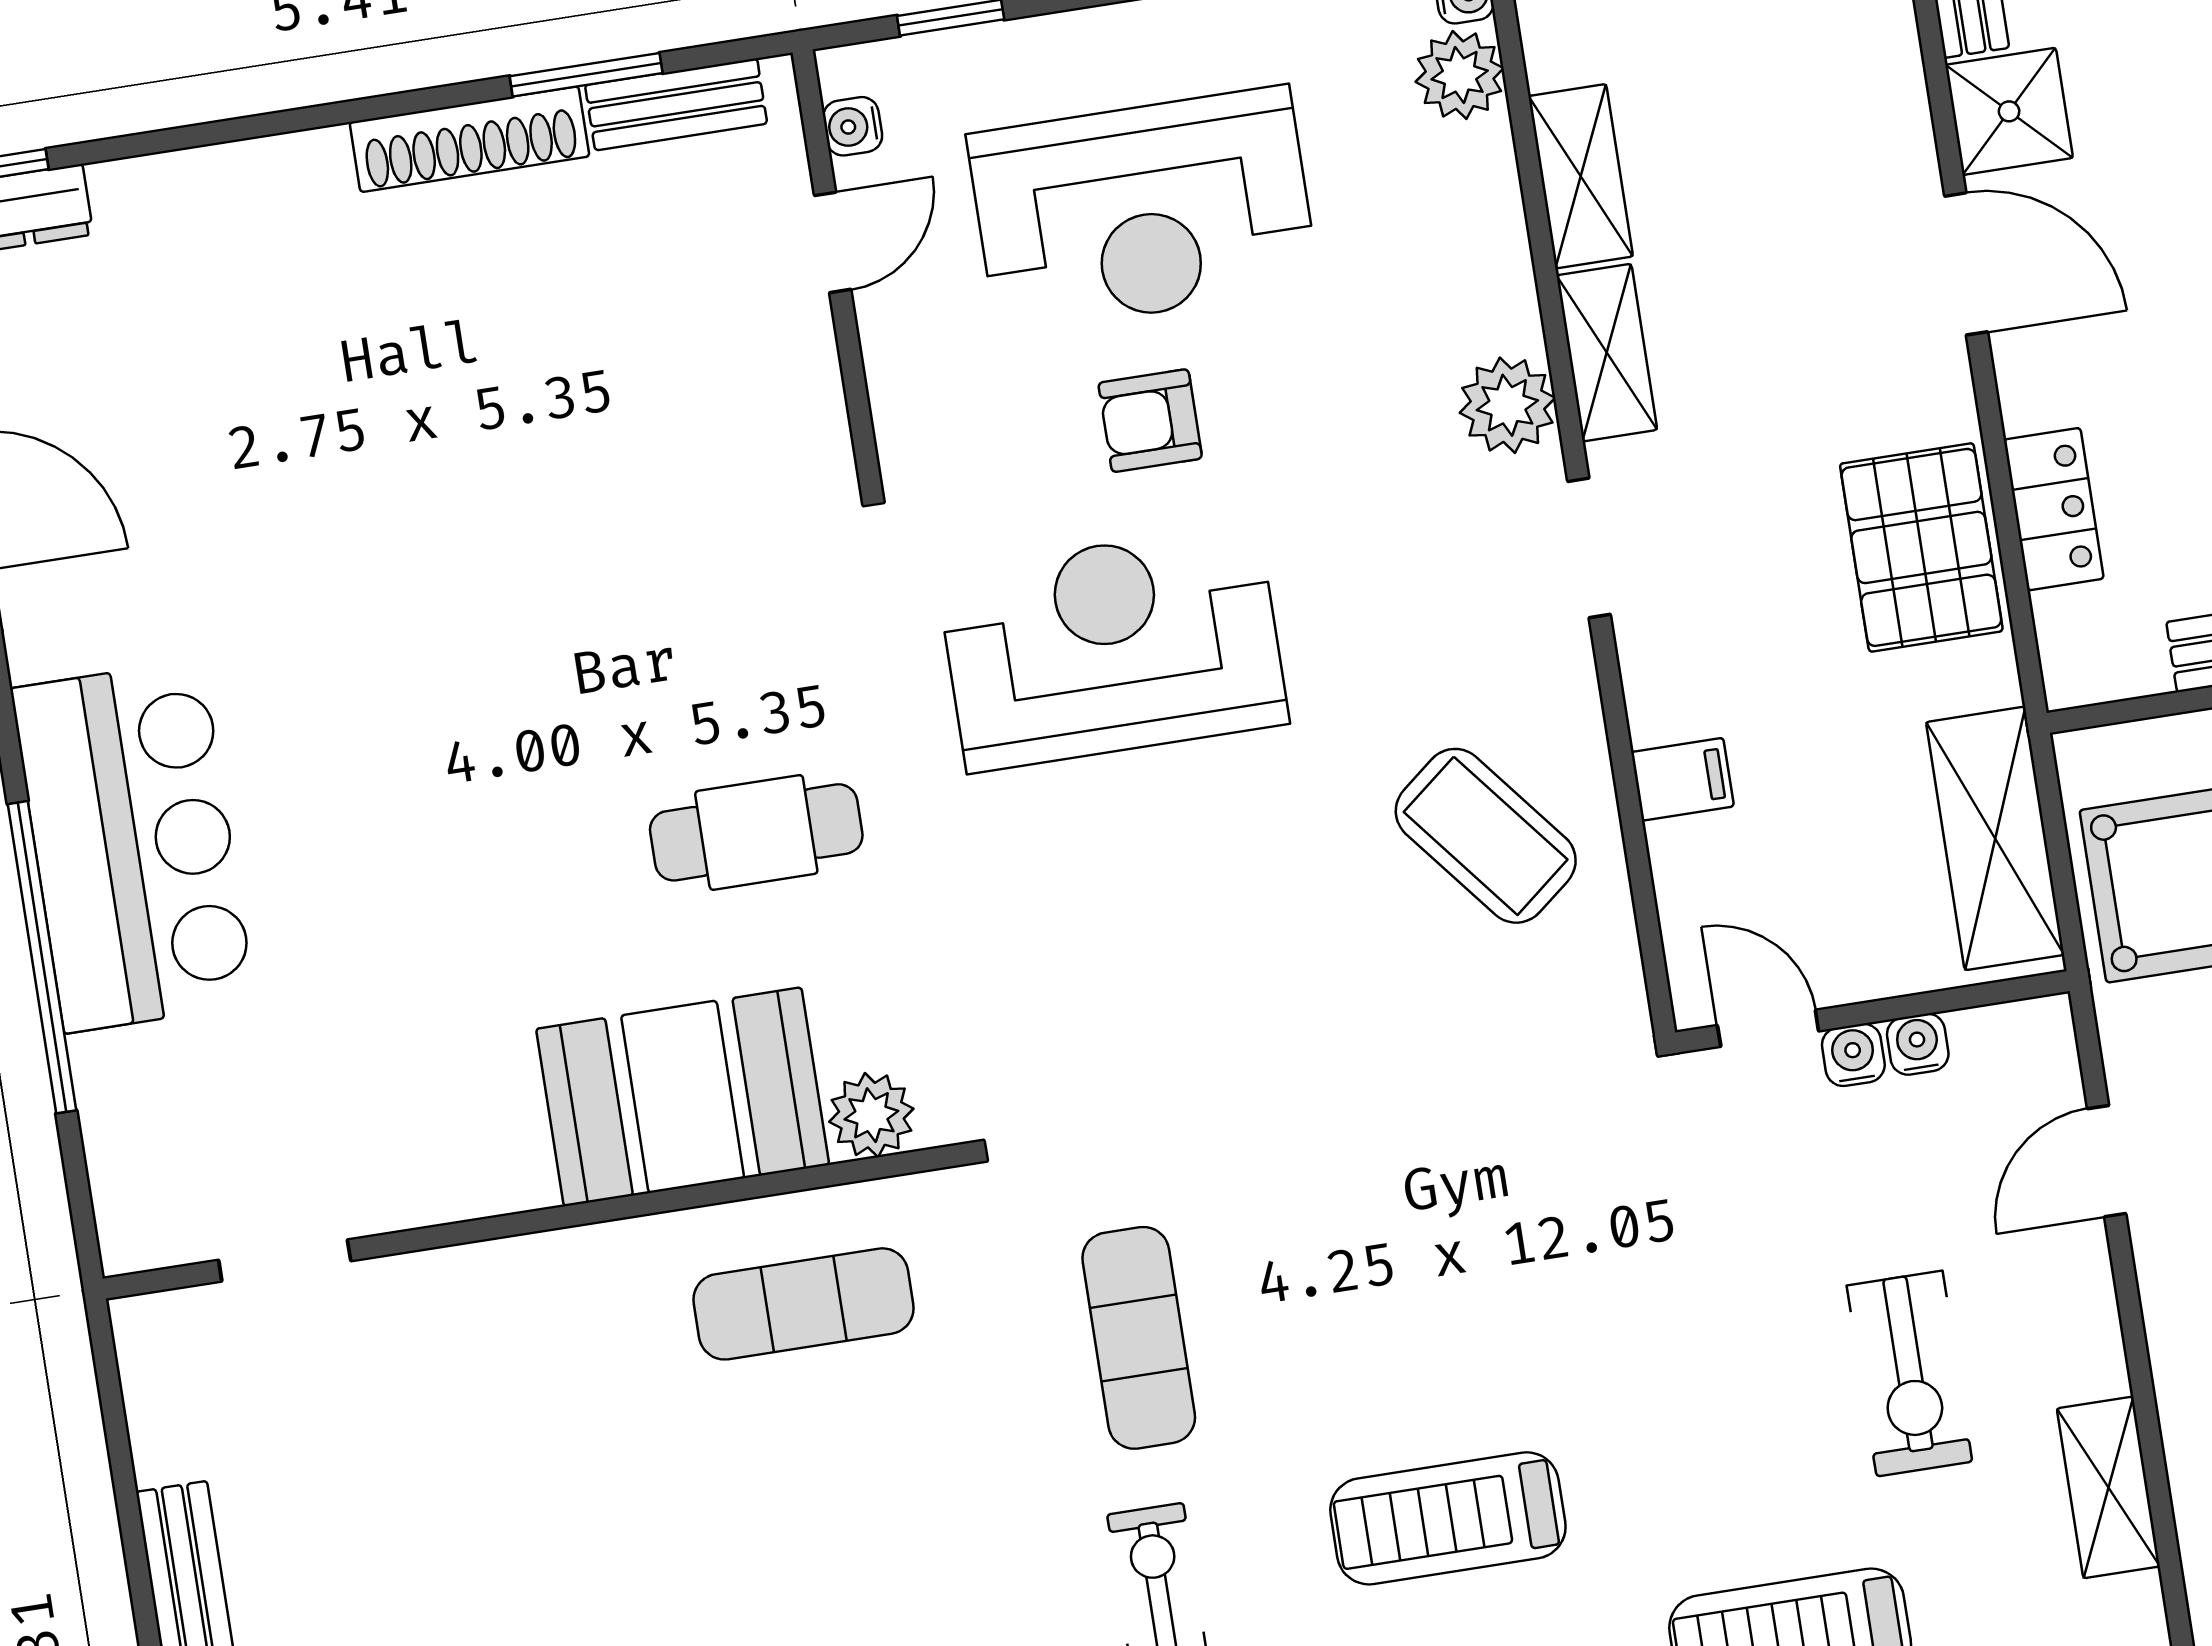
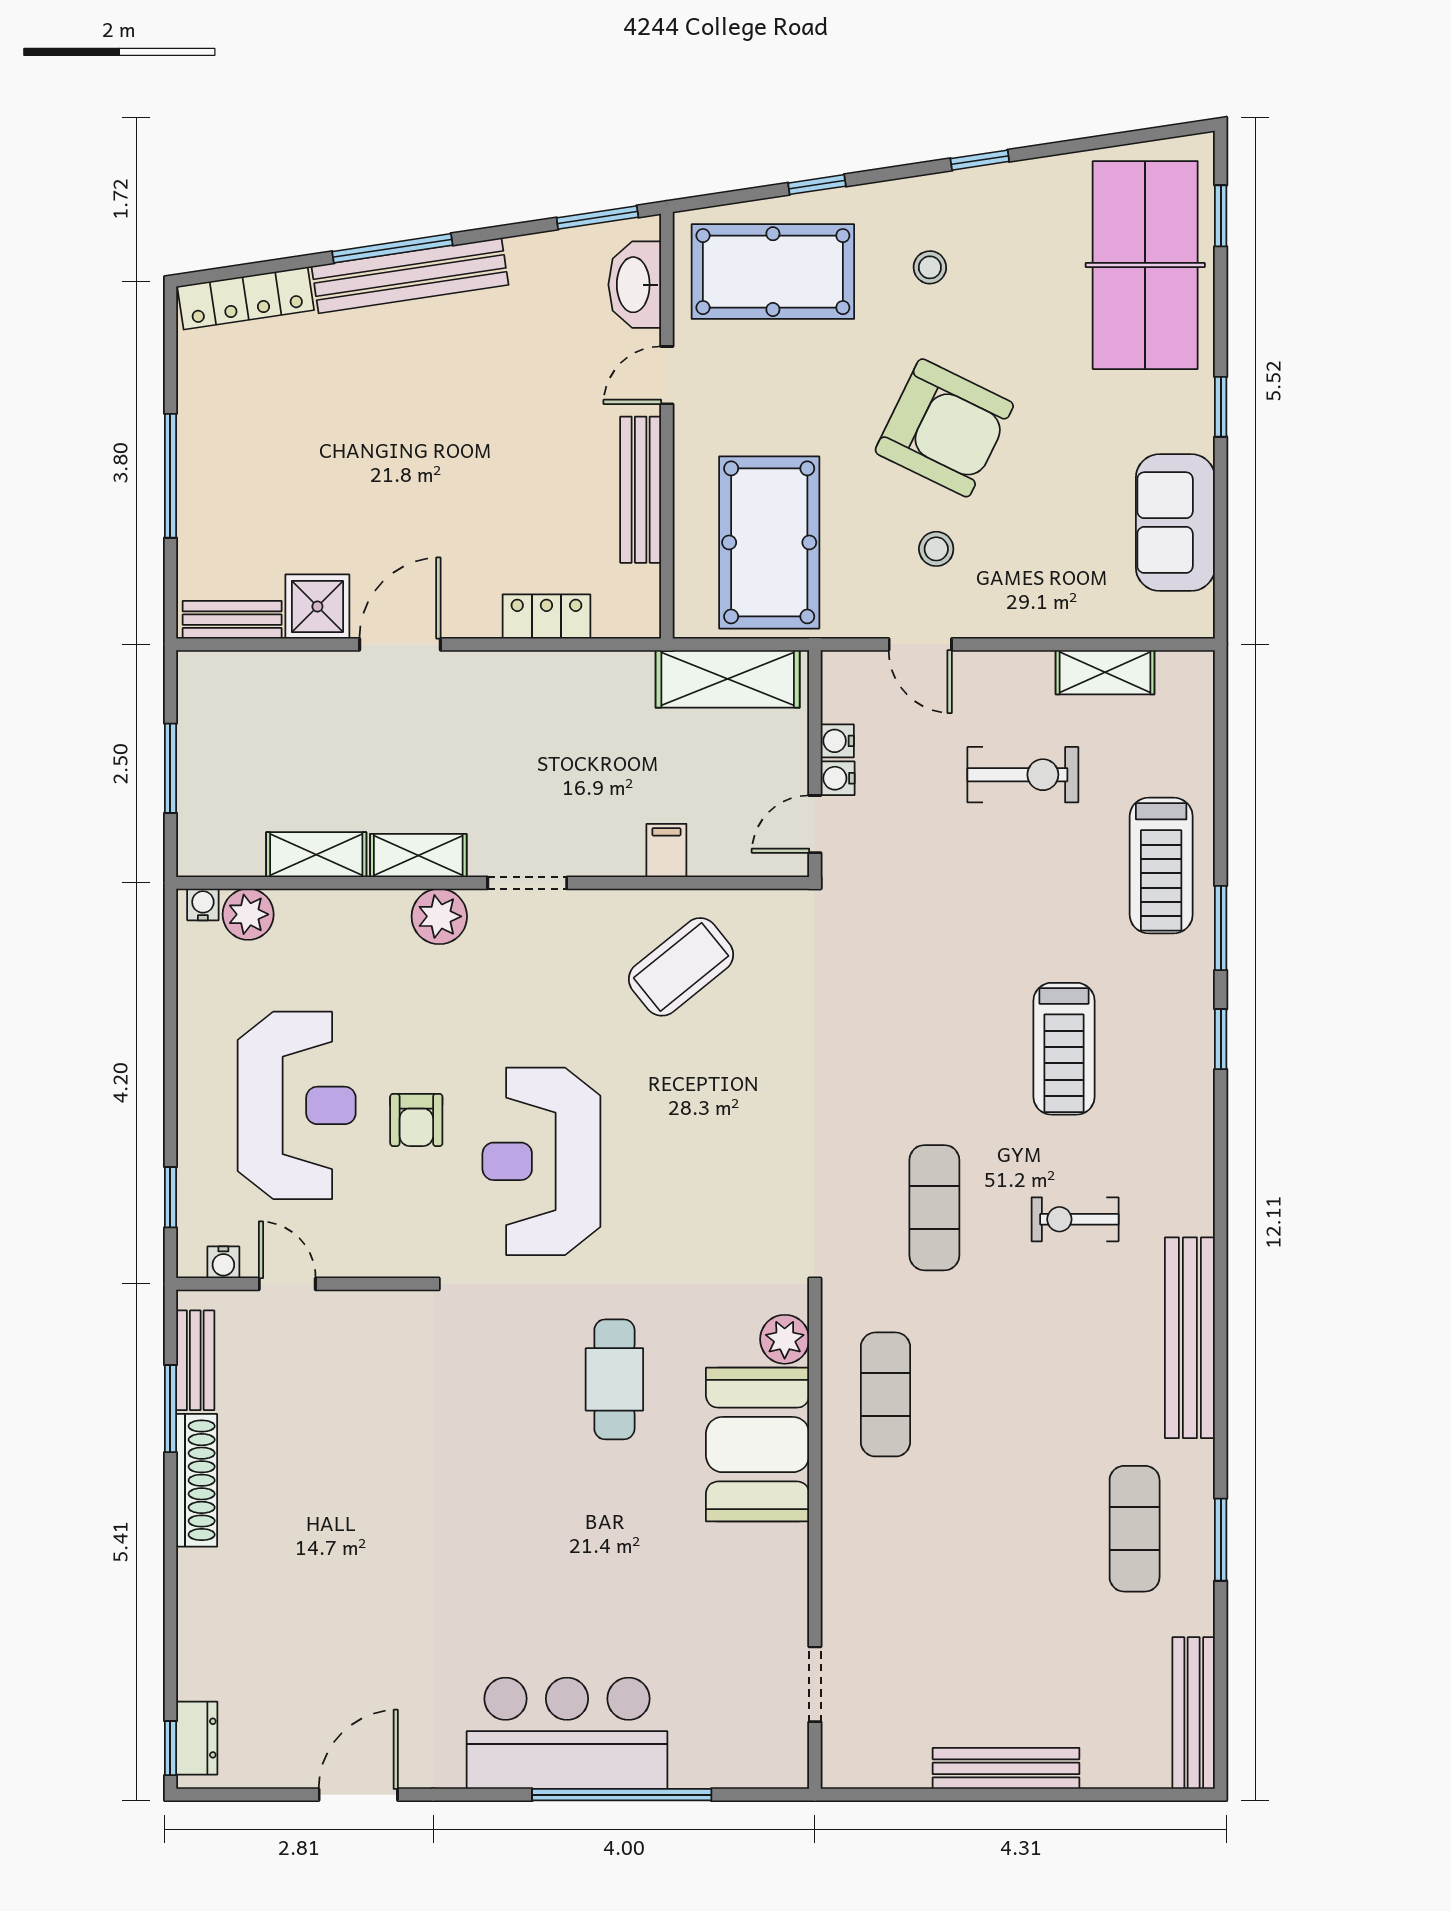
pallet: (1921, 547) -> (556, 695), removed
exercise mat: (1139, 1338) -> (934, 1208), turned 90

